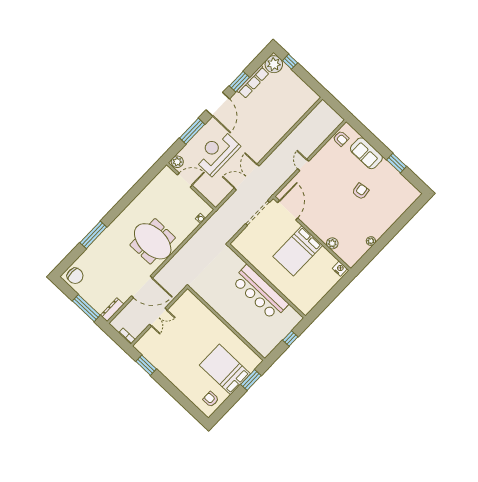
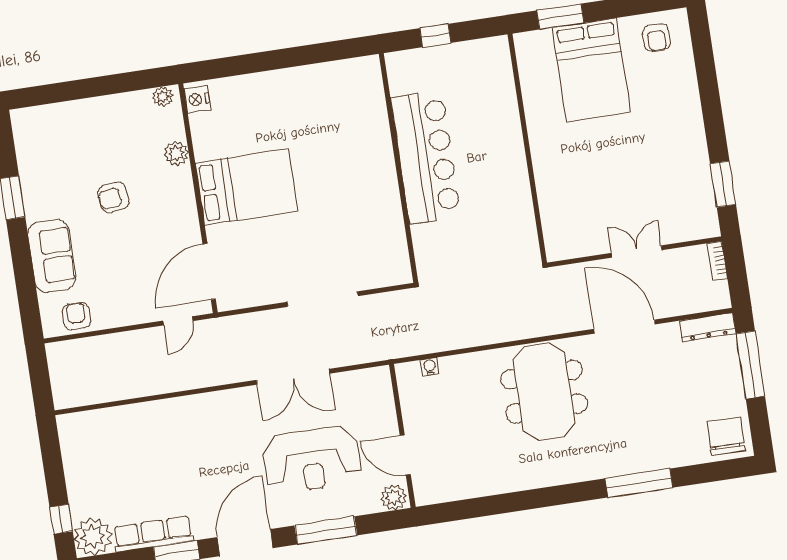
door: (288, 210) -> (209, 272), moved
wall: (312, 233) -> (198, 198), moved
plant: (332, 243) -> (176, 154), moved
bed: (298, 251) -> (246, 187), moved
nightstand: (340, 269) -> (197, 99), moved

